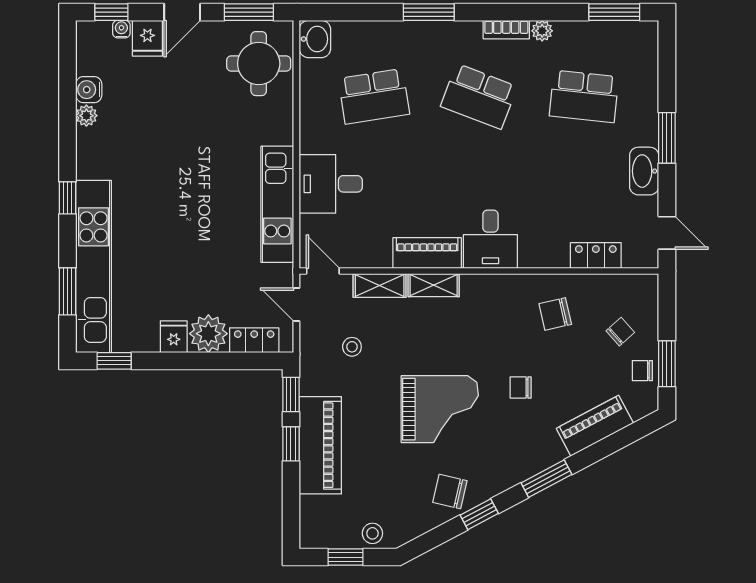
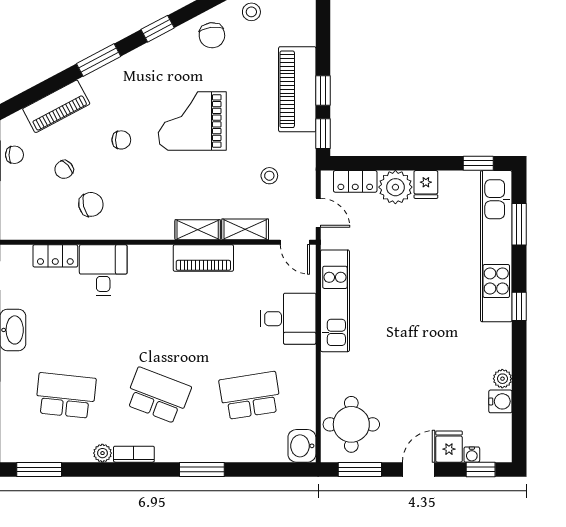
desk: (490, 239) -> (103, 270), moved
chair: (620, 332) -> (64, 169), moved
chair: (450, 492) -> (212, 35), moved, turned 70

